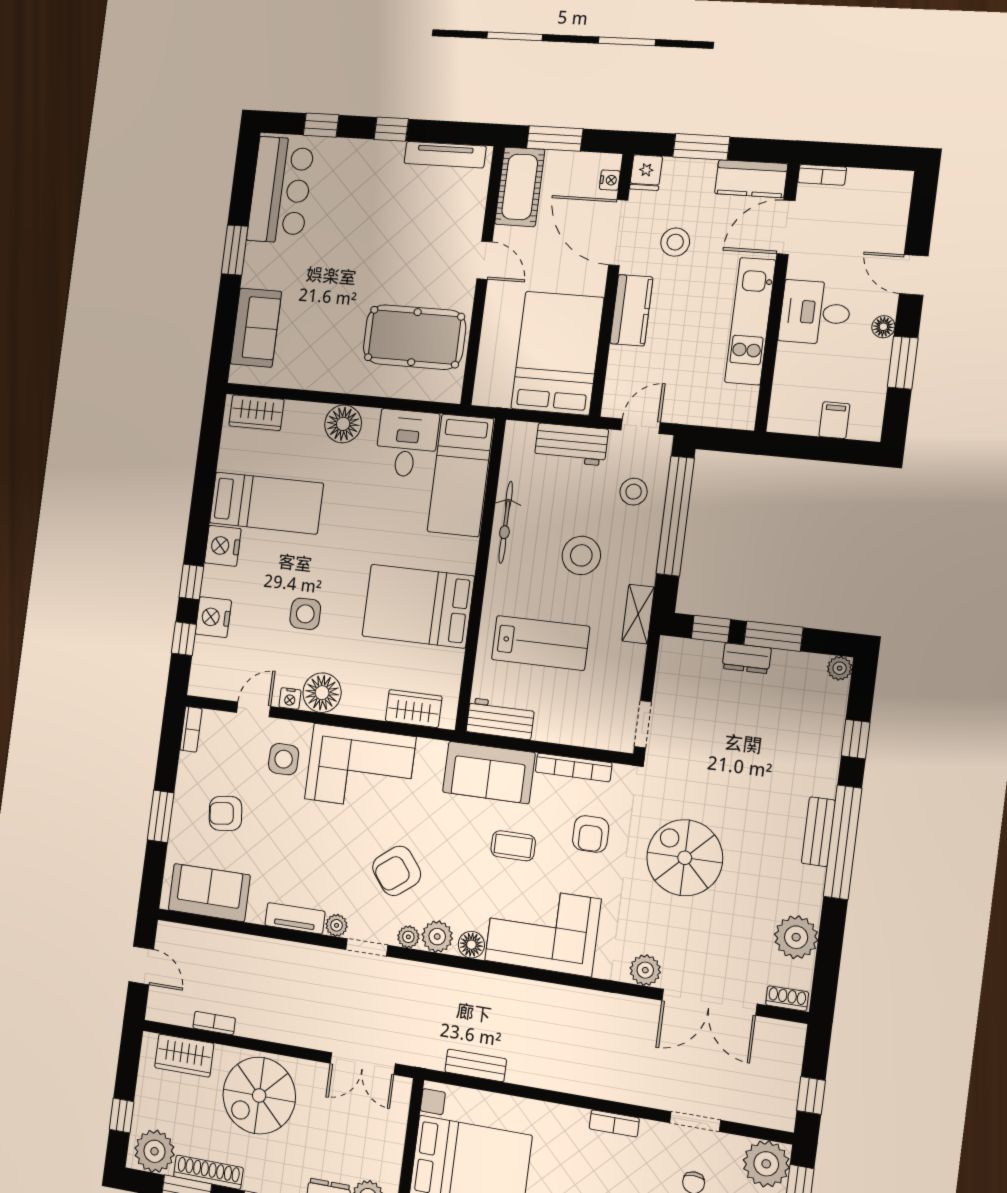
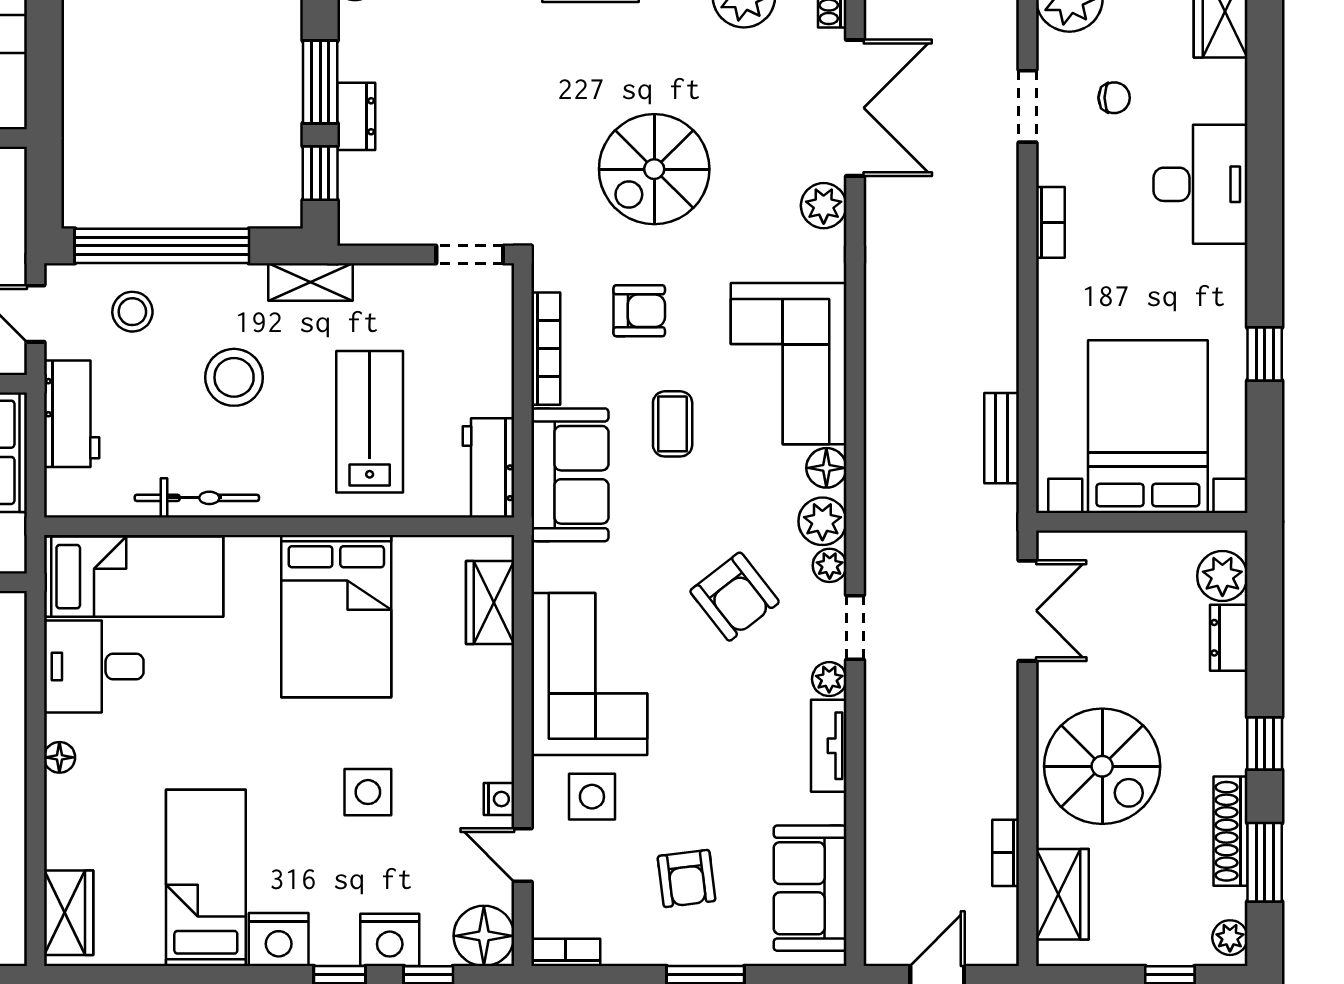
floor lamp: (343, 424) -> (59, 757), width x0.53, depth x0.53
floor lamp: (322, 693) -> (484, 936), moved
plant: (154, 1151) -> (1230, 938), width x0.53, depth x0.53

